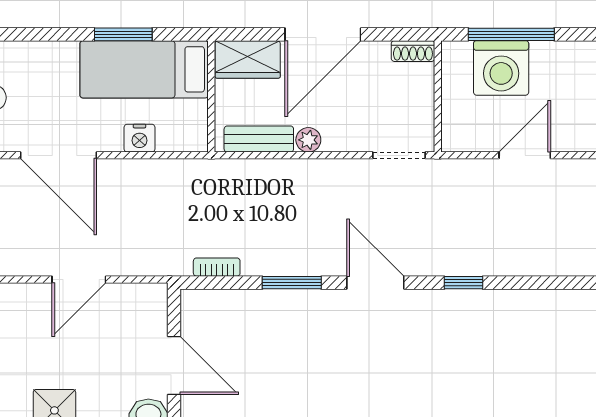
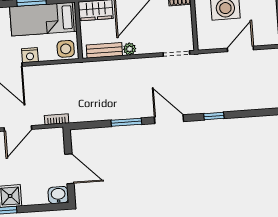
side table: (184, 131) -> (66, 49), added
nightstand: (139, 138) -> (30, 55), moved
bookcase: (217, 267) -> (57, 119), moved

